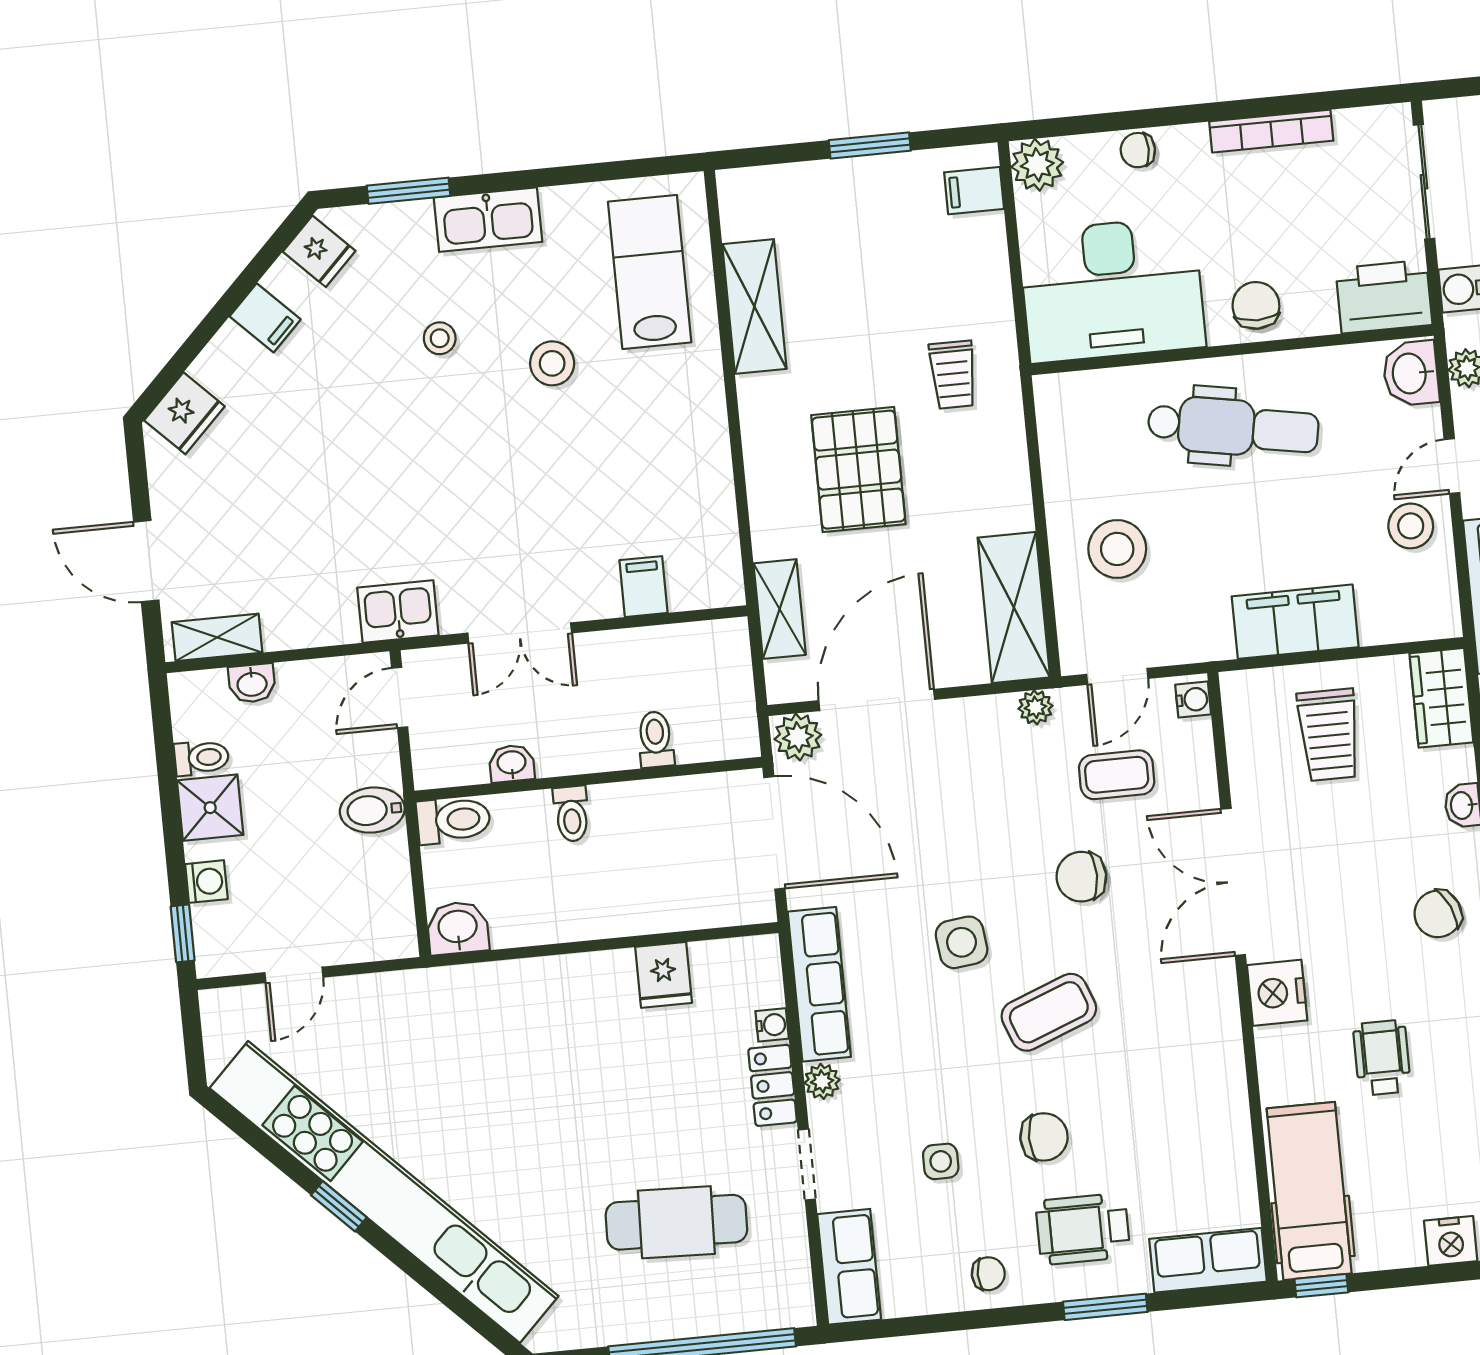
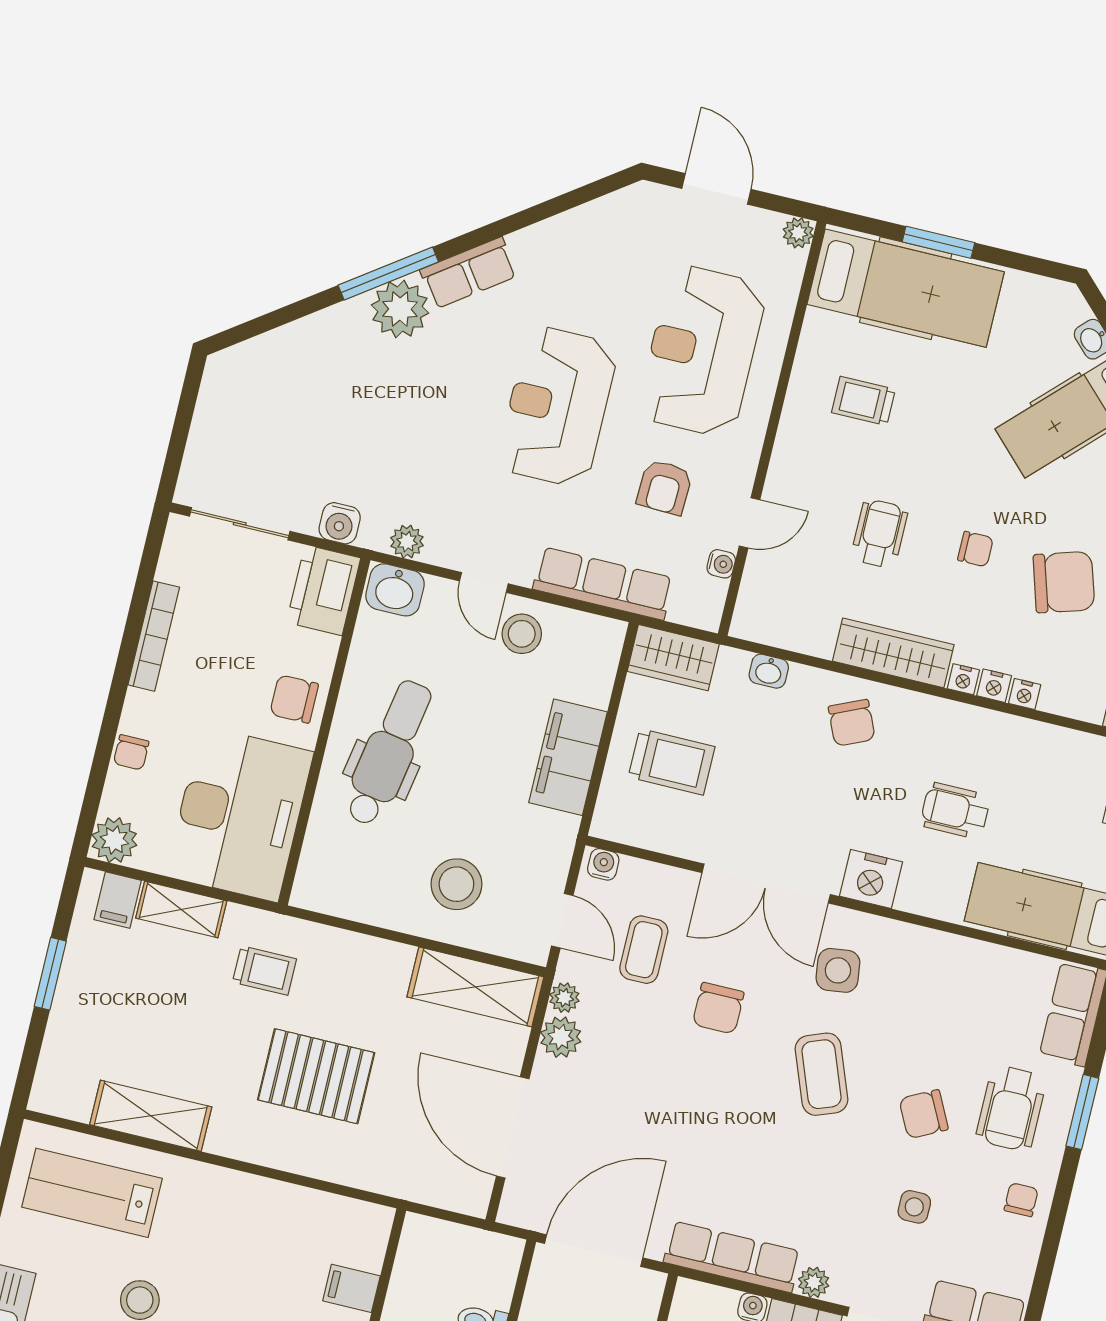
shelving: (780, 609) -> (181, 909), moved
plant: (798, 737) -> (561, 1037), moved
side table: (962, 942) -> (838, 970), moved
chair: (1044, 1137) -> (924, 1114), turned -117

